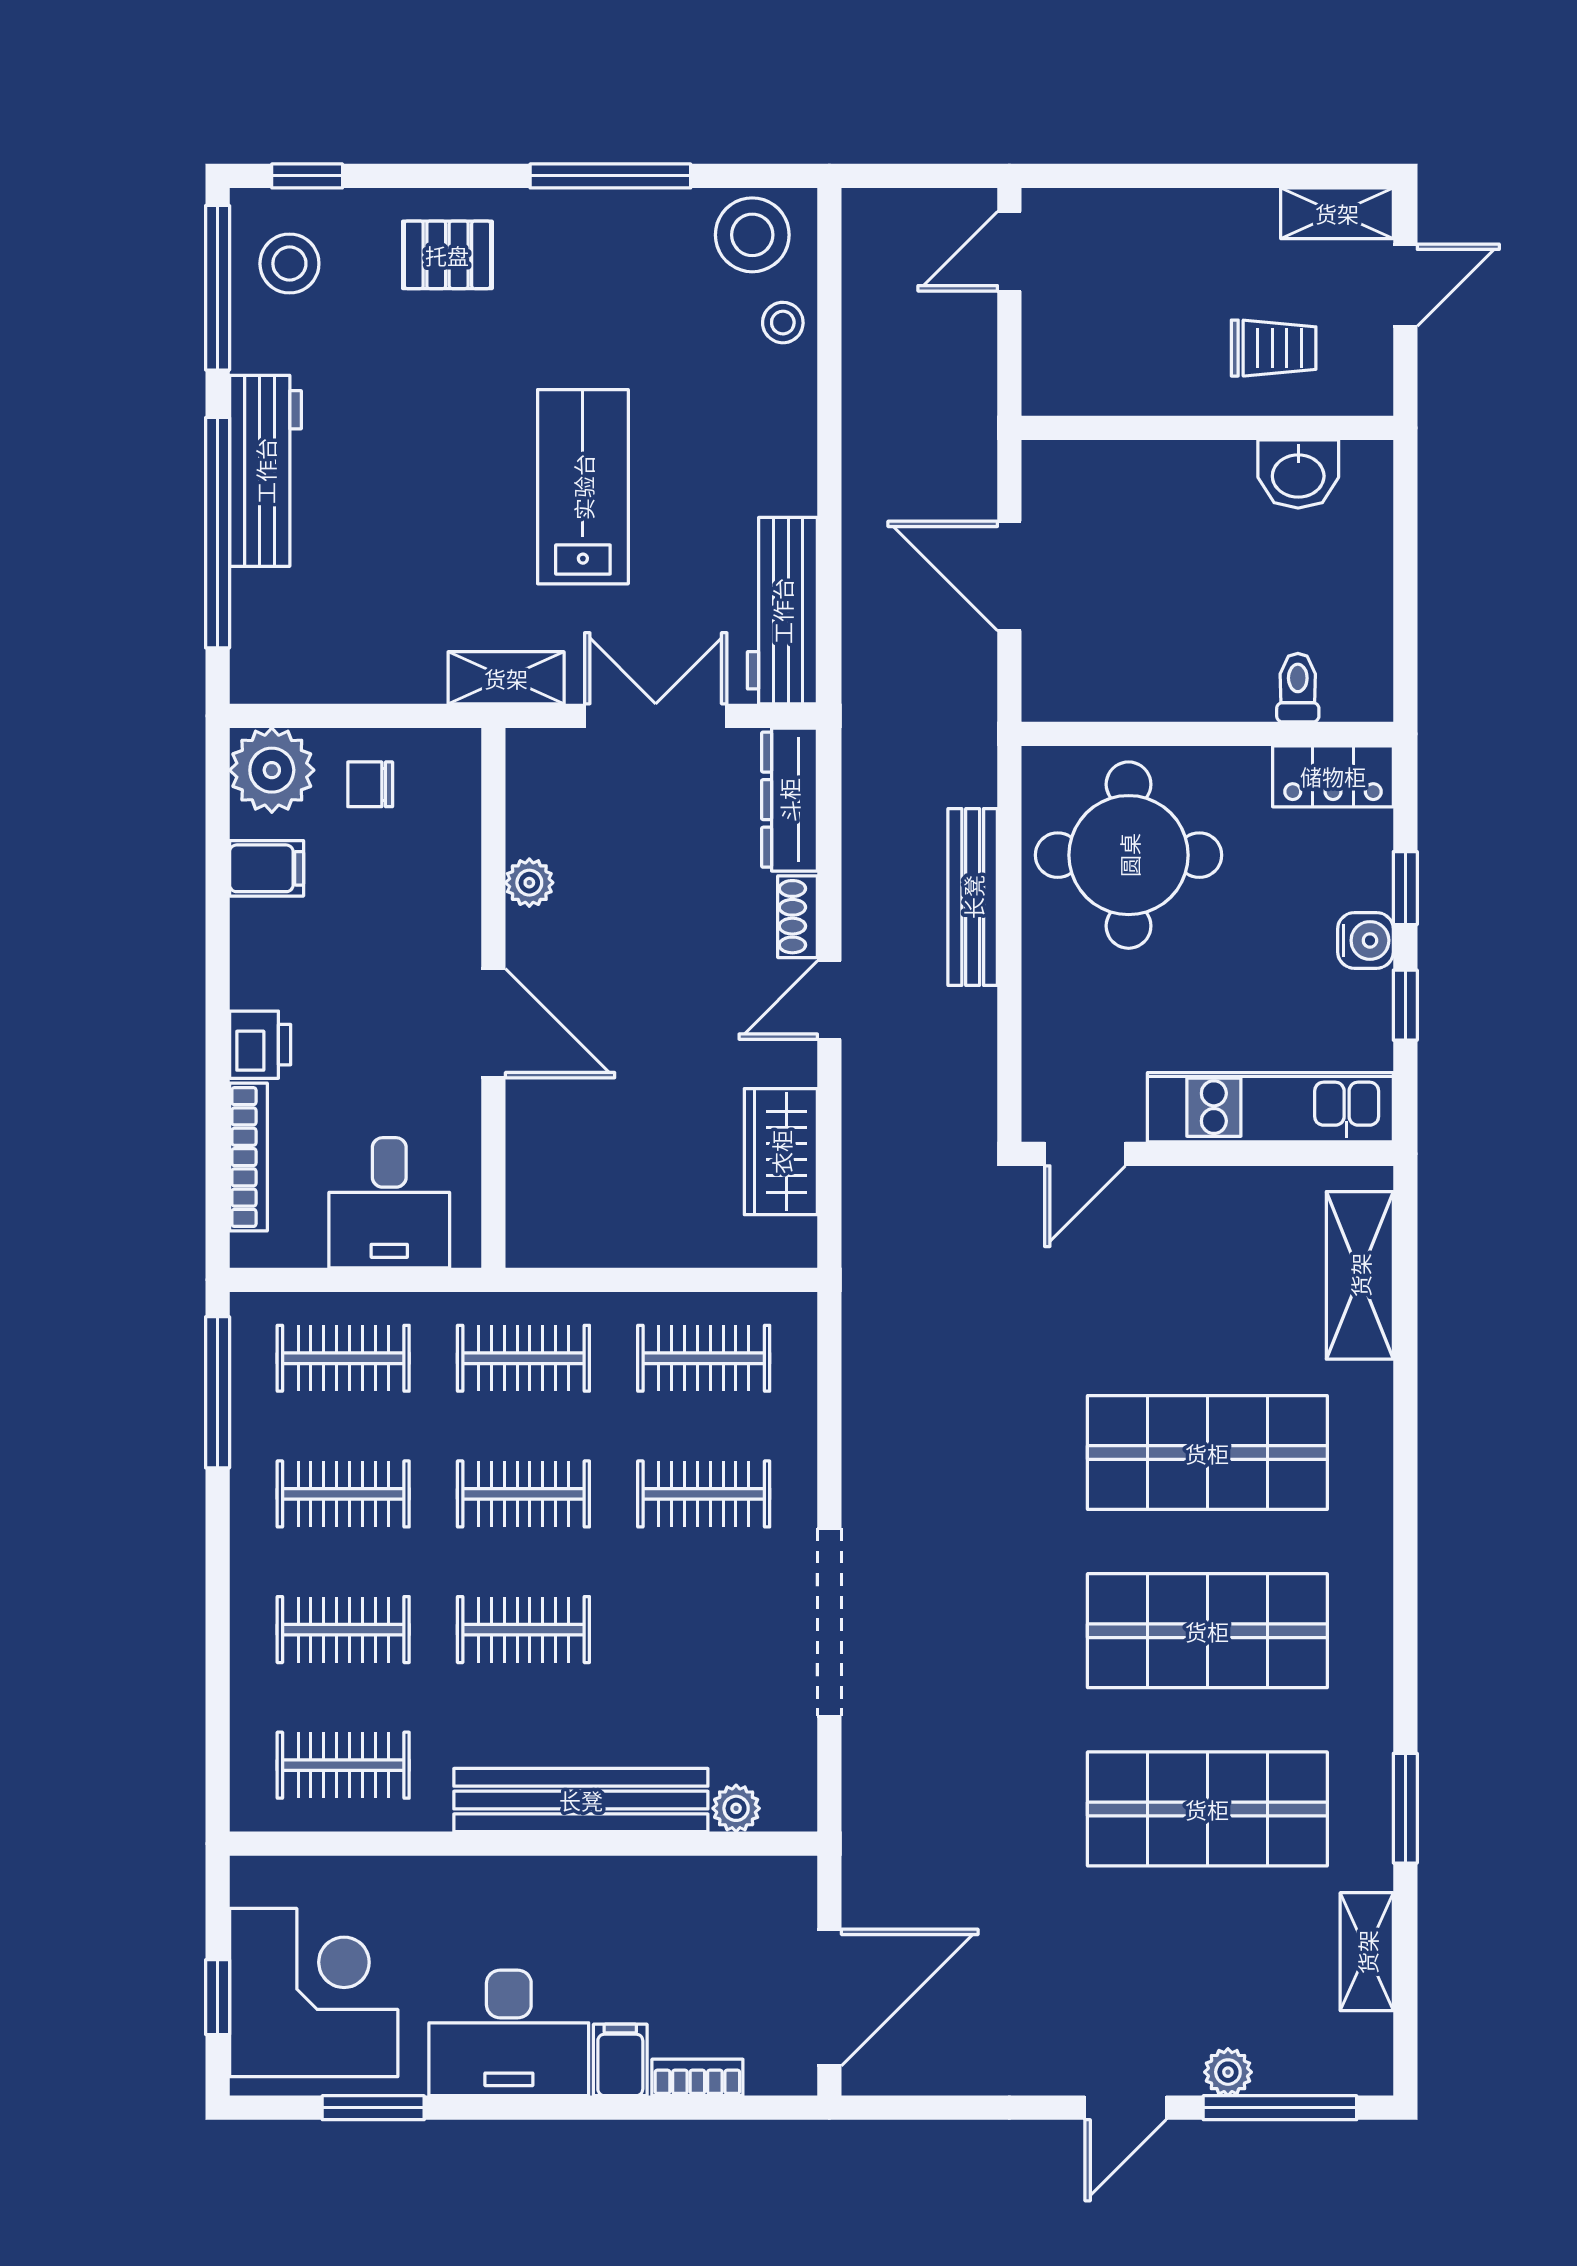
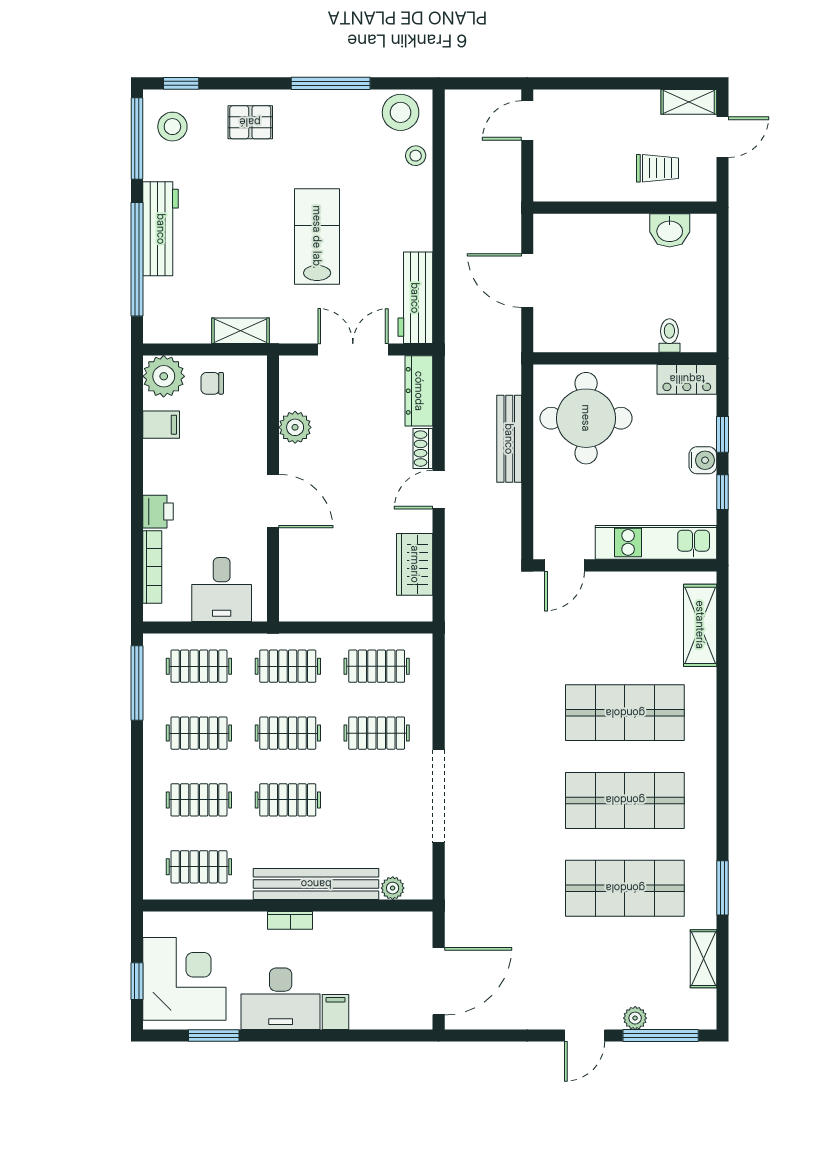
shelving: (506, 678) -> (241, 331), moved
plant: (529, 883) -> (295, 427), width x1.38, depth x1.38
bookcase: (697, 2077) -> (290, 920), moved, turned 180

